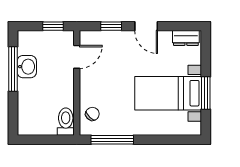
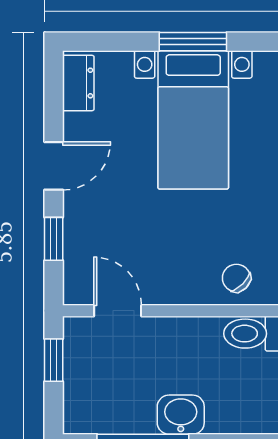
washbasin: (27, 67) -> (181, 415), moved

